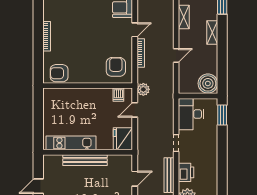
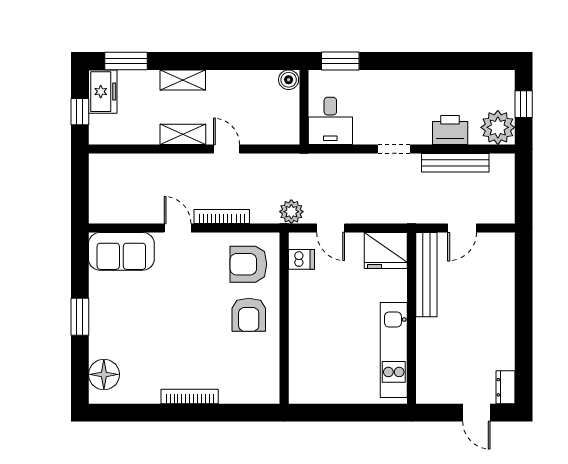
shelving: (184, 17) -> (183, 134), moved
armchair: (59, 73) -> (249, 315), moved
boiler: (208, 83) -> (289, 80), width x0.54, depth x0.54
desk: (191, 114) -> (330, 121), width x0.73
bench: (85, 160) -> (426, 275), moved
door: (135, 179) -> (462, 228), swing flipped

